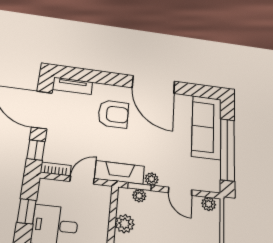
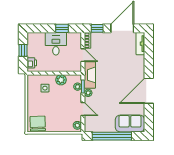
armchair: (113, 114) -> (125, 69), removed
sofa: (207, 127) -> (130, 124), width x0.73
door: (180, 191) -> (83, 109), swing flipped

